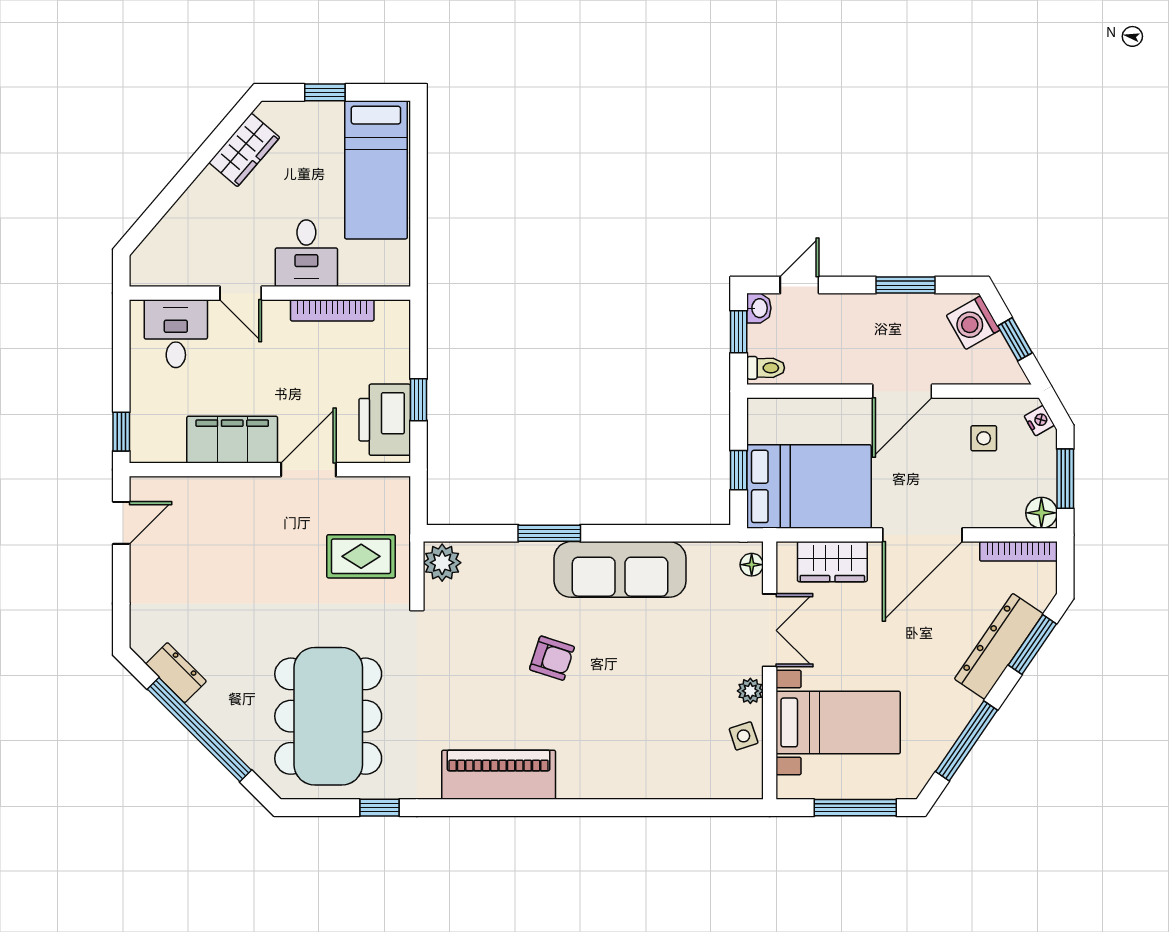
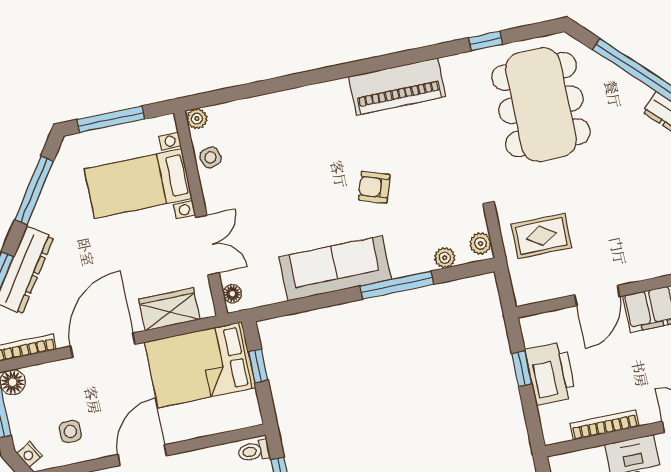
printer: (385, 420) -> (551, 373), moved
window: (549, 533) -> (397, 285), width x1.44
plant: (484, 554) -> (445, 258), added
plant: (442, 563) -> (480, 243), width x0.73, depth x0.73
double door: (770, 630) -> (207, 245), swing flipped
plant: (750, 691) -> (197, 119), moved

